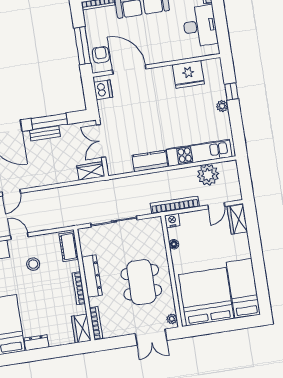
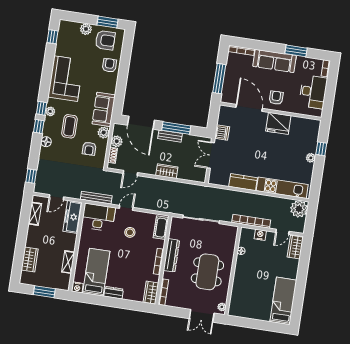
armchair: (101, 55) -> (276, 98), moved
fridge: (188, 74) -> (278, 123), moved
dishwasher: (103, 90) -> (222, 133), moved
wardrobe: (91, 171) -> (167, 171), moved
plant: (208, 175) -> (299, 209), moved
nightstand: (172, 221) -> (260, 235), moved
door: (19, 236) -> (126, 208), hinge flipped
bed: (206, 297) -> (253, 298), removed

